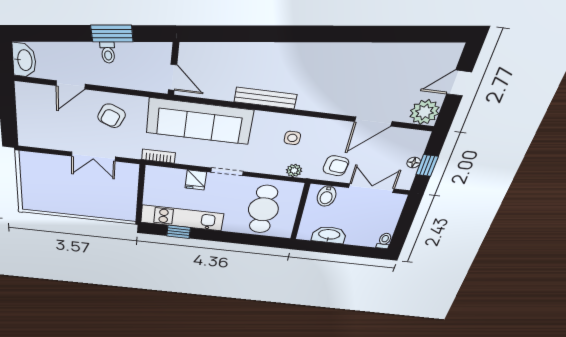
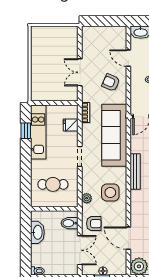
side table: (292, 138) -> (110, 192), width x1.87, depth x1.87
armchair: (336, 166) -> (94, 224), turned -97
fridge: (196, 180) -> (71, 125), moved
cafe table: (263, 209) -> (53, 184), width x0.73, depth x0.74

